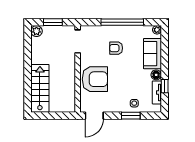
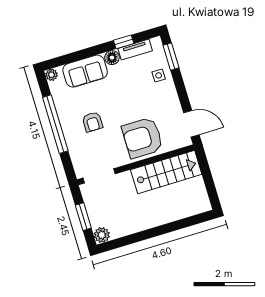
armchair: (95, 79) -> (142, 138), turned -90
stairs: (40, 88) -> (166, 172), moved, turned 180
window: (131, 116) -> (171, 57), moved

